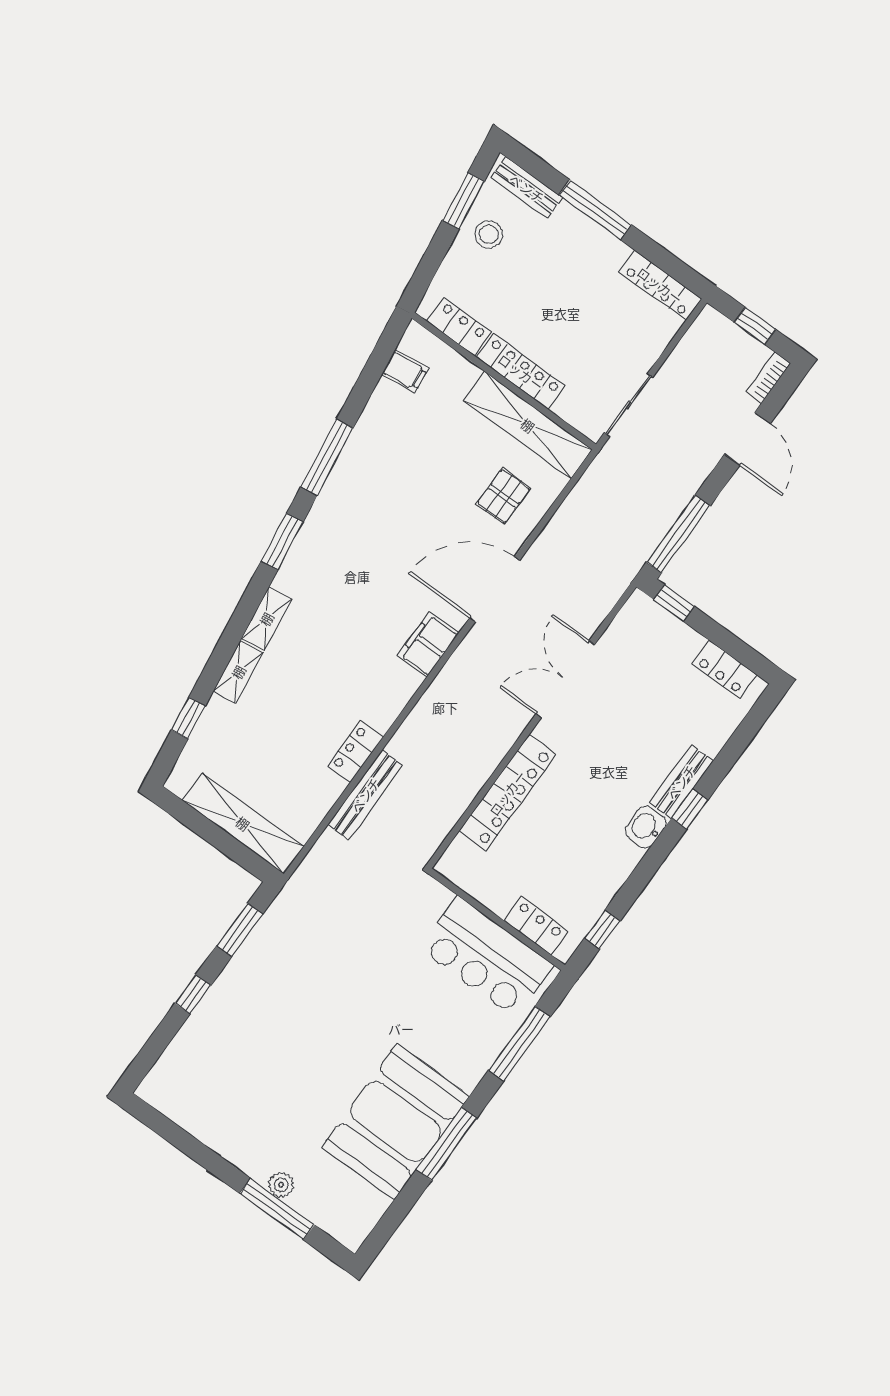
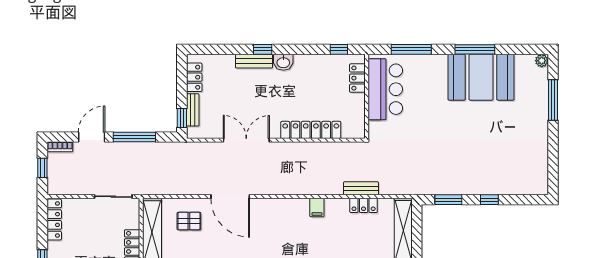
window: (678, 534) -> (134, 137), moved
bench: (674, 630) -> (193, 110), added
filing cabinet: (428, 645) -> (317, 207), moved, width x0.50
double door: (565, 679) -> (246, 140), swing flipped
locker: (355, 752) -> (364, 205), moved
bench: (365, 795) -> (361, 188), width x0.73
plant: (281, 1185) -> (542, 61), moved

